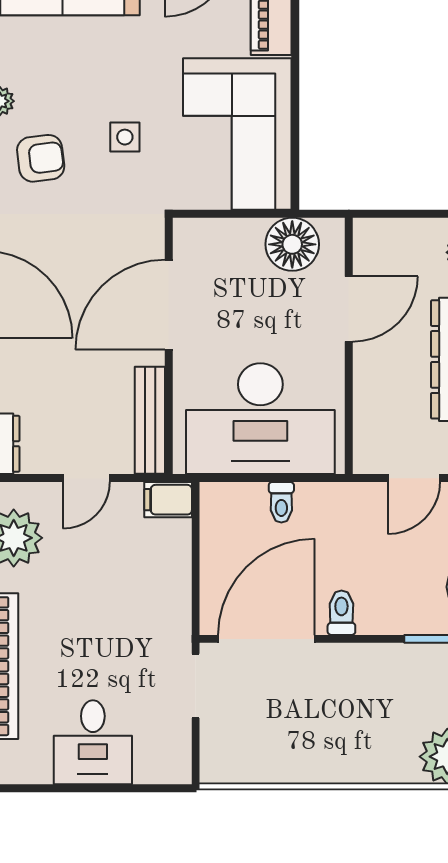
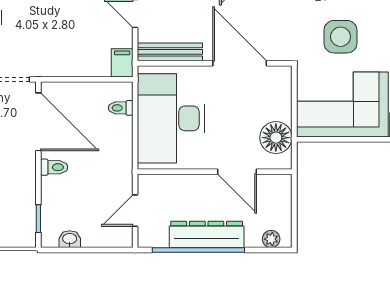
side table: (125, 137) -> (341, 37), width x1.87, depth x1.87
door: (414, 478) -> (135, 211), hinge flipped
toilet: (281, 502) -> (121, 108), moved

